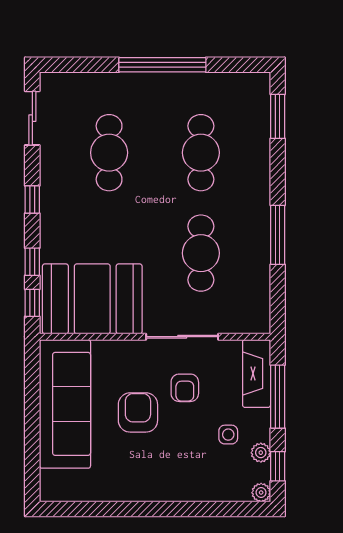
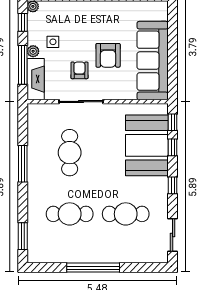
cafe table: (109, 153) -> (126, 214), turned 90
cafe table: (201, 153) -> (70, 214), turned 90
booth: (92, 299) -> (147, 145), moved, turned 90
plant: (261, 453) -> (33, 51), moved

